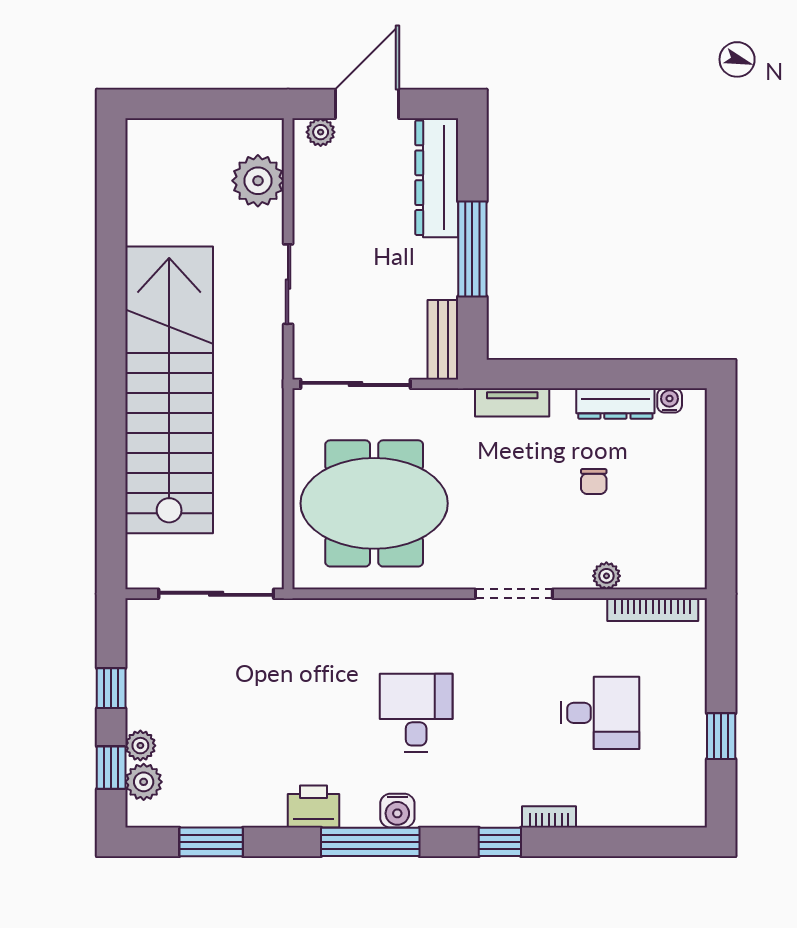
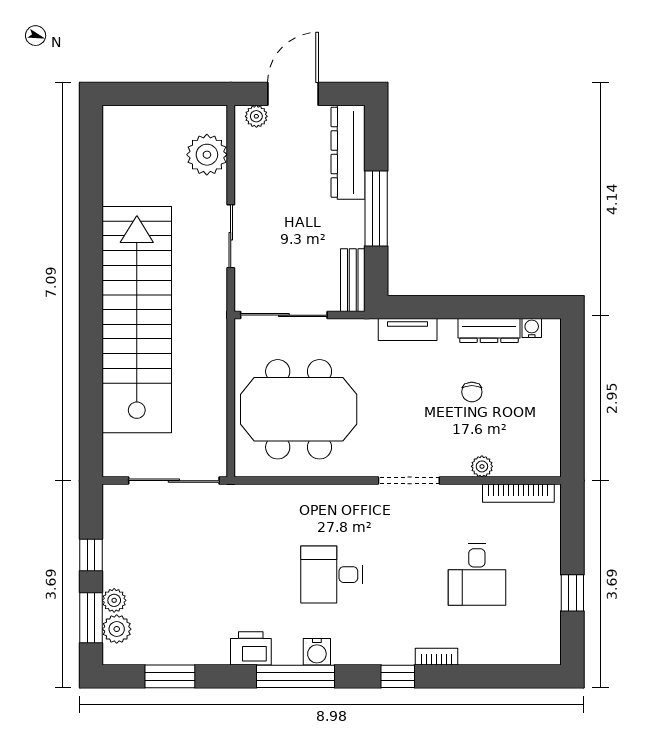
desk: (416, 713) -> (332, 575), turned -90
desk: (600, 713) -> (477, 575), turned 90
window: (111, 768) -> (91, 618), width x1.50

